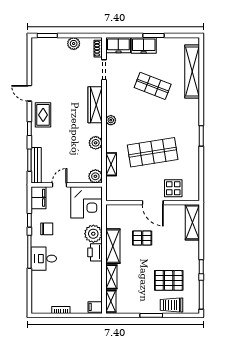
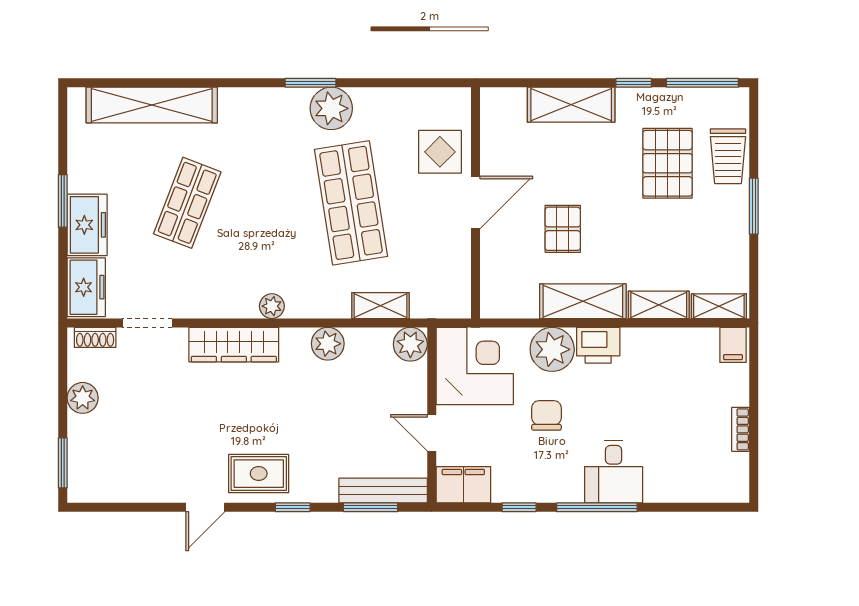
plant: (191, 144) -> (331, 108), added
shelving: (192, 222) -> (571, 105), moved
chair: (47, 229) -> (546, 415), moved

